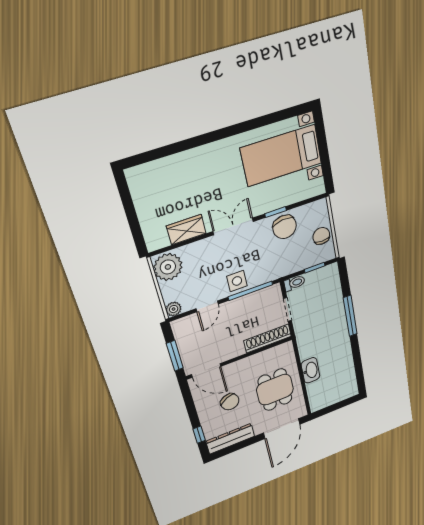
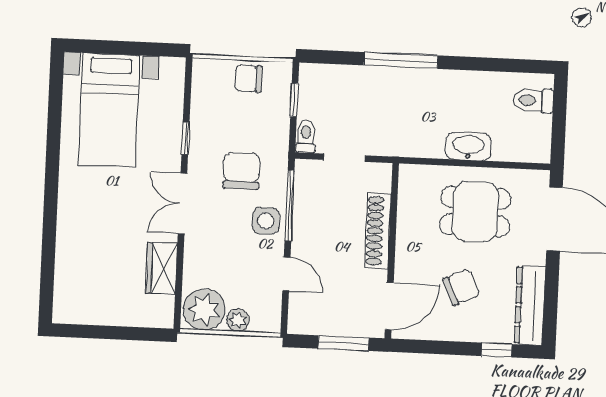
chair: (285, 227) -> (241, 171), moved, turned -84
plant: (174, 309) -> (238, 320), moved
shoe rack: (268, 338) -> (378, 231), moved
toilet: (343, 390) -> (533, 100), added

